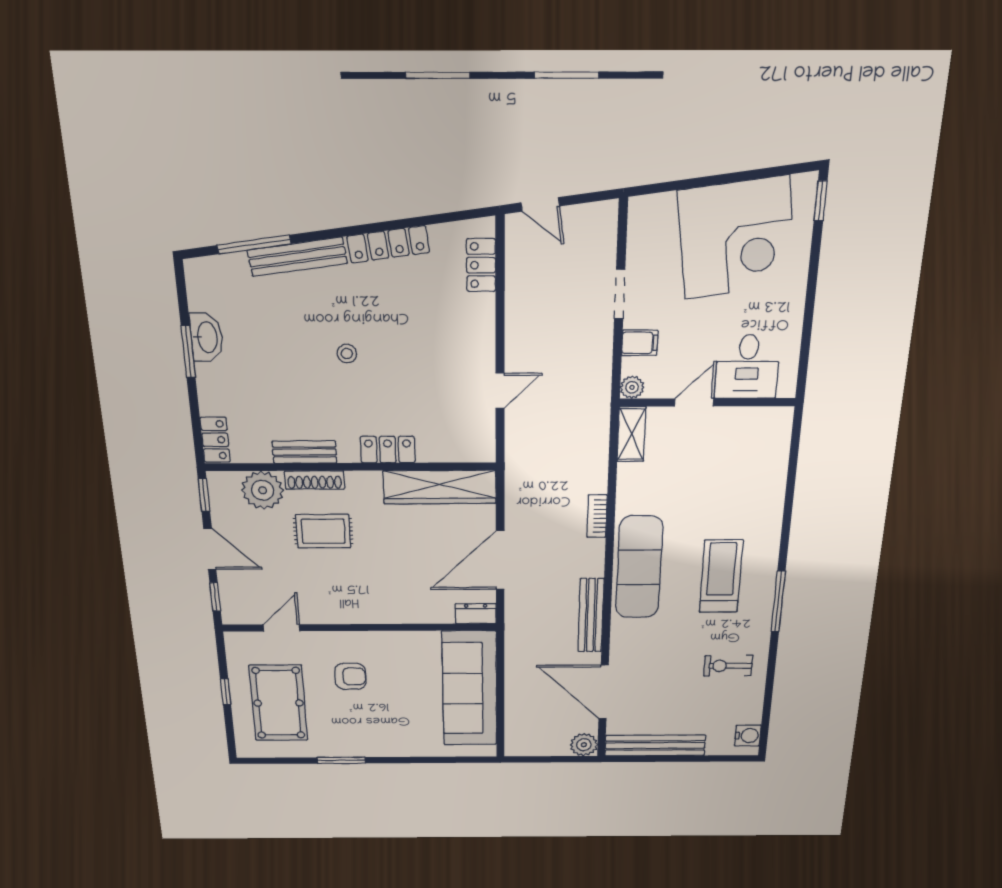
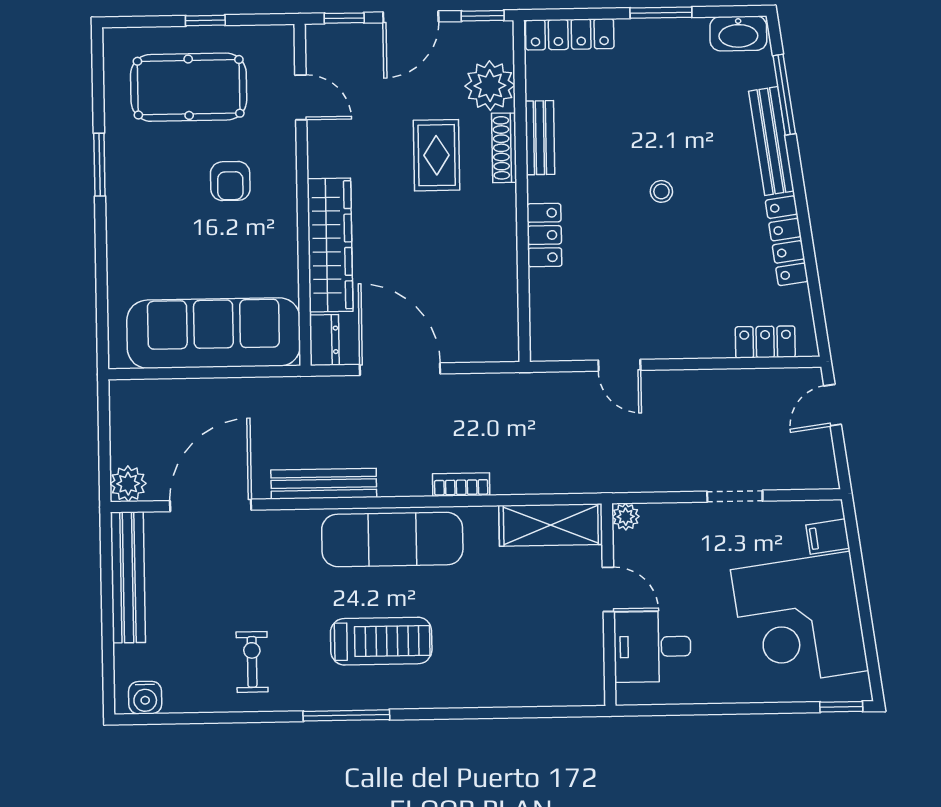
washbasin: (206, 337) -> (738, 33), moved
filing cabinet: (640, 343) -> (828, 537), moved, turned 82
shelving: (631, 434) -> (551, 525), width x1.50, depth x1.33
locker: (215, 440) -> (570, 34), width x1.53
wardrobe: (440, 487) -> (330, 245), moved, turned 180

